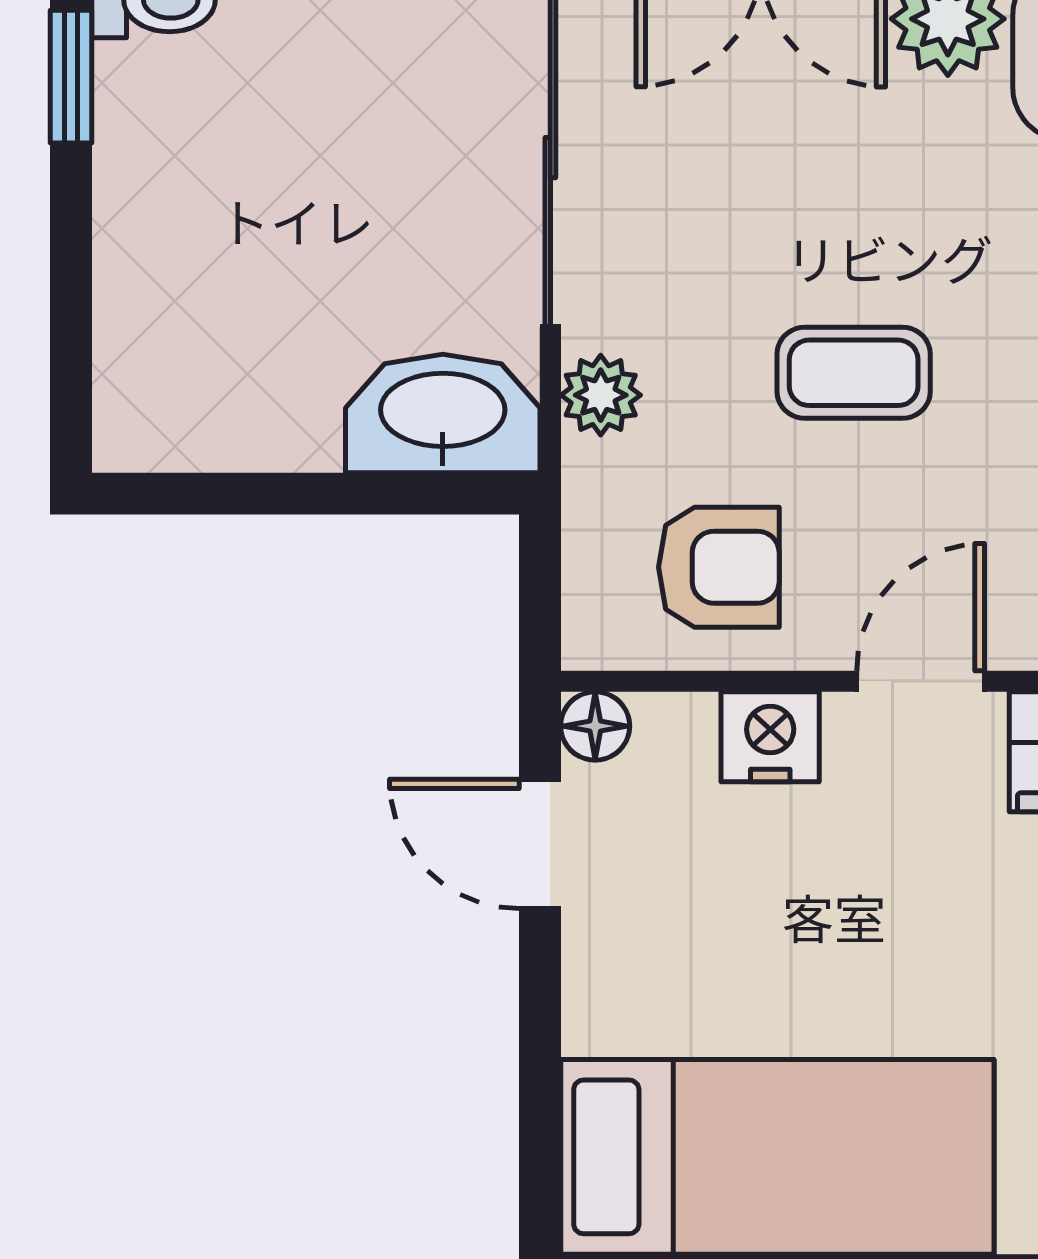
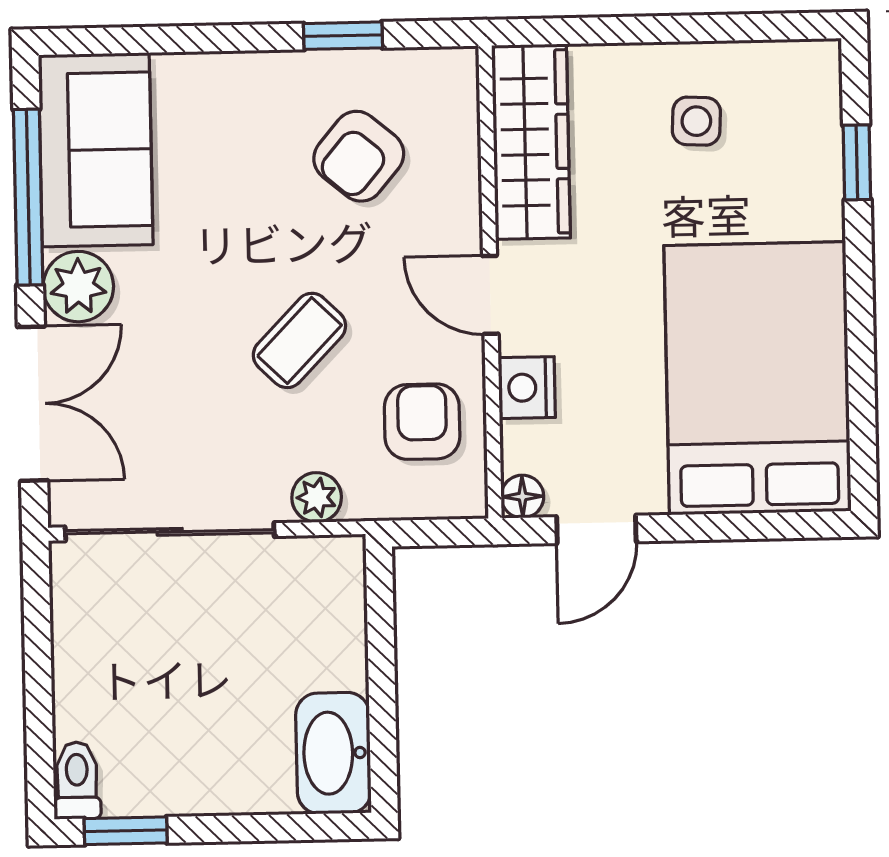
coffee table: (854, 373) -> (299, 340), turned 44
washbasin: (443, 413) -> (333, 753), moved
bed: (777, 1157) -> (758, 378), width x1.50

